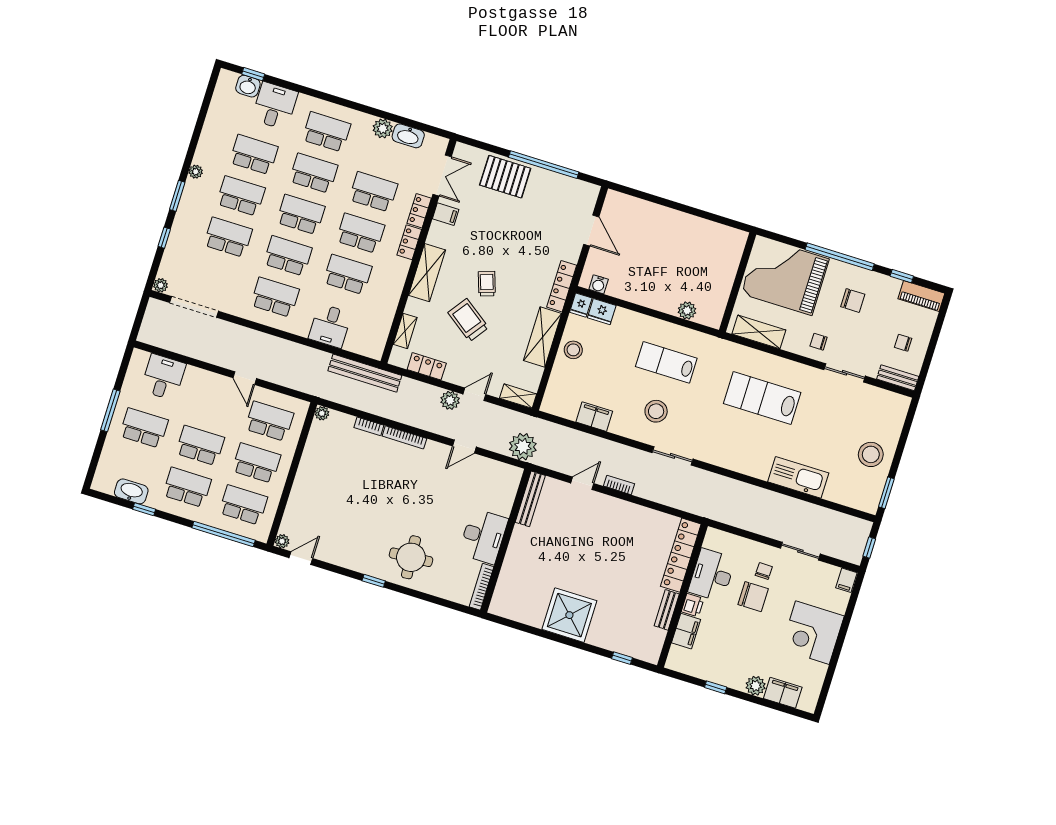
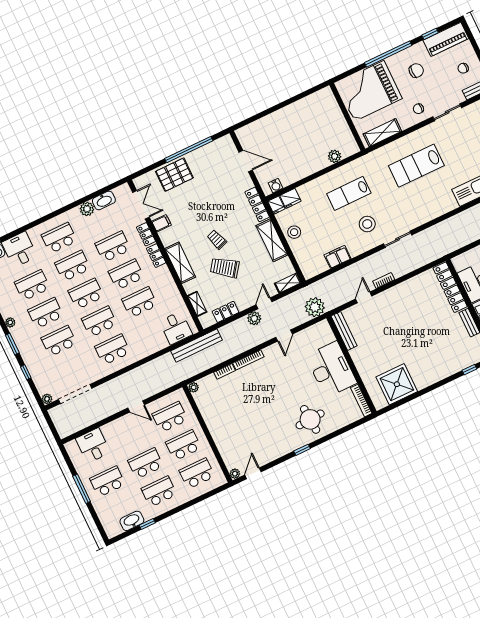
piano: (921, 296) -> (446, 39), width x1.37, depth x1.33
desk: (330, 326) -> (176, 328), moved
window: (224, 534) -> (201, 498), removed
desk: (483, 536) -> (331, 369), width x1.36, depth x1.30
shower: (569, 615) -> (397, 384), moved

